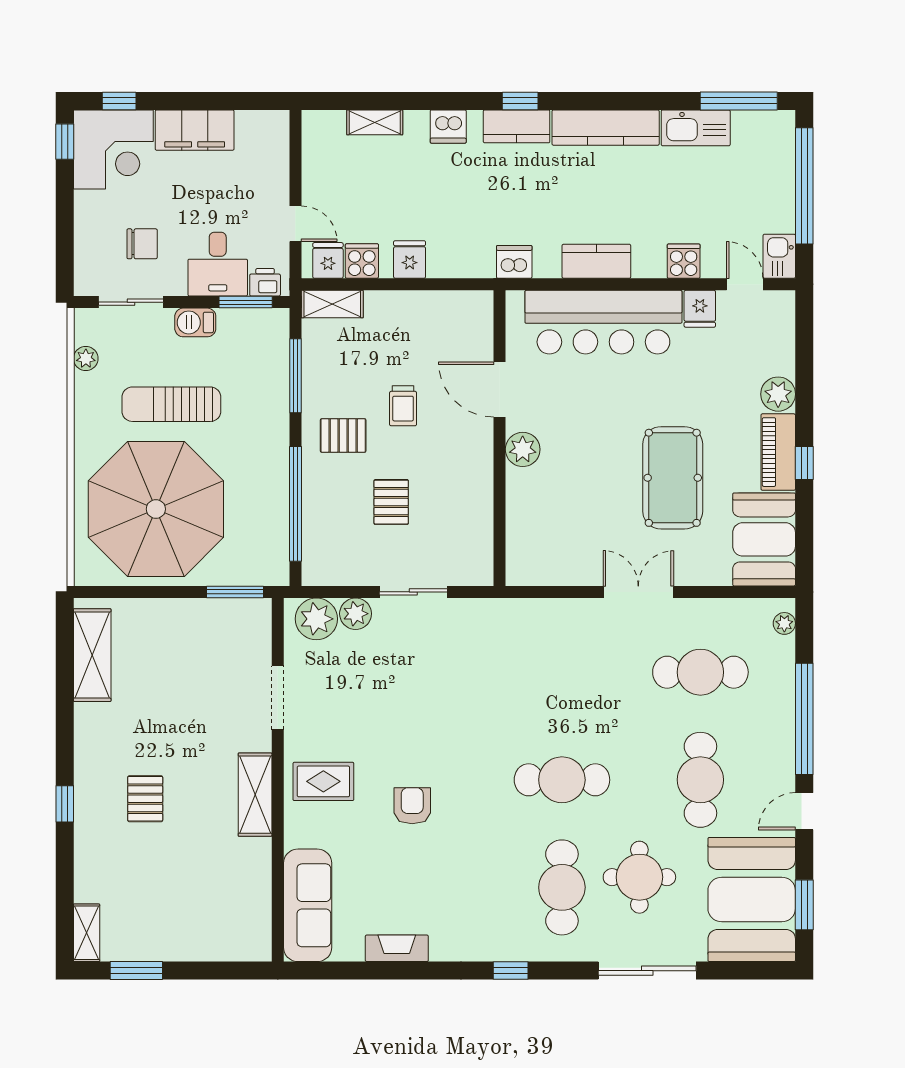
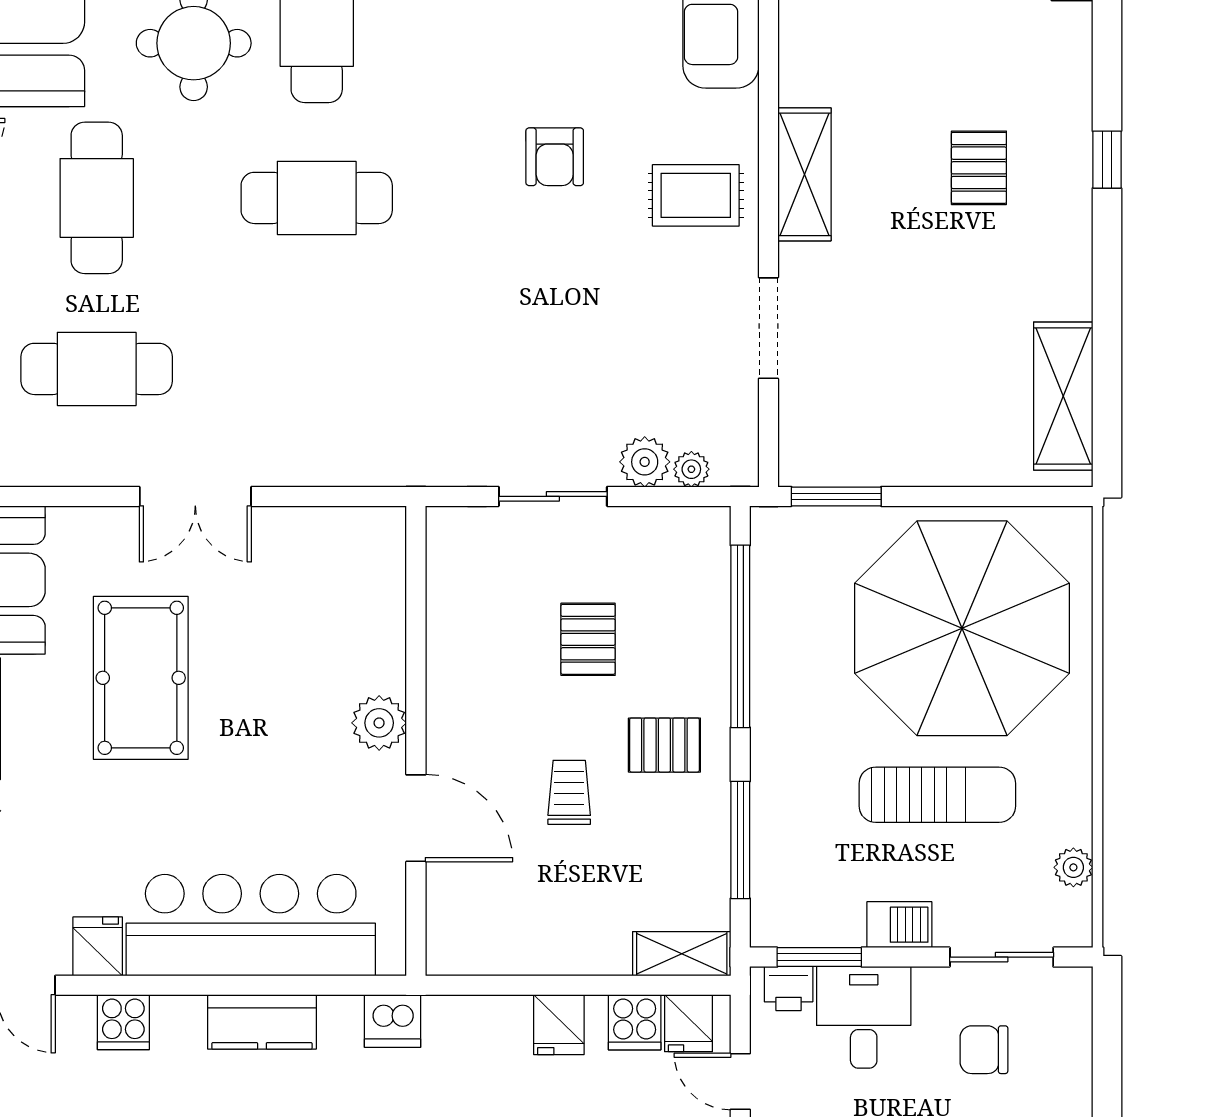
plant: (316, 619) -> (691, 469), width x0.53, depth x0.53

